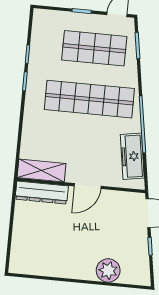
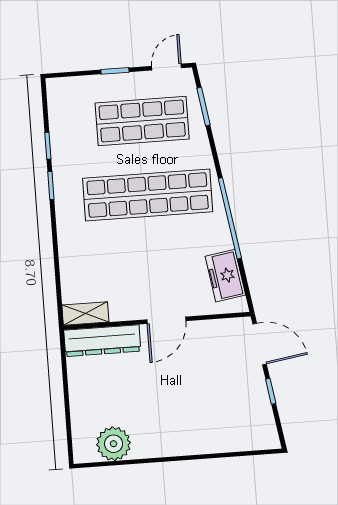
freezer: (132, 156) -> (225, 276), width x0.71
shelving: (42, 171) -> (85, 314), width x0.67, depth x0.75
plant: (108, 270) -> (114, 444), moved

